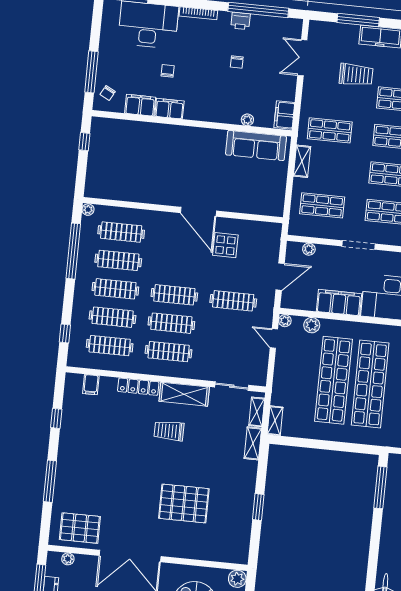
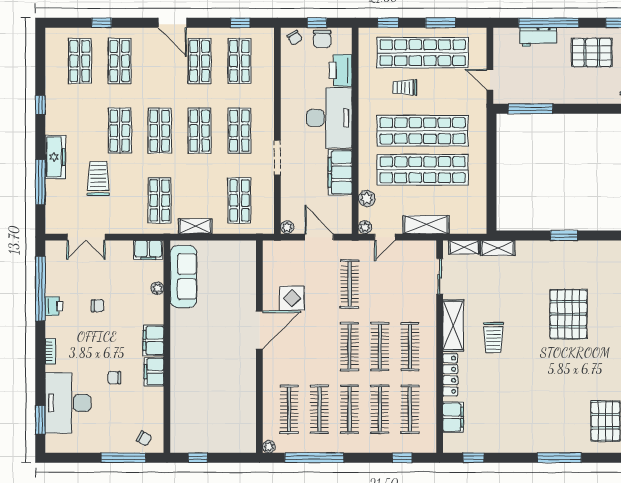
bookcase: (198, 13) -> (50, 351), width x0.64
filing cabinet: (140, 105) -> (153, 340), moved
plant: (309, 249) -> (287, 227), moved
filing cabinet: (91, 385) -> (453, 417), width x2.00
window: (56, 418) -> (473, 458), moved
shelving: (275, 421) -> (426, 225), moved, width x1.50, depth x1.33

